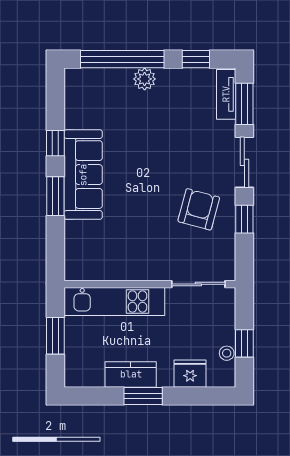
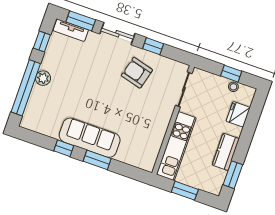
window: (143, 396) -> (233, 175), moved

